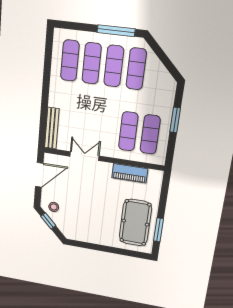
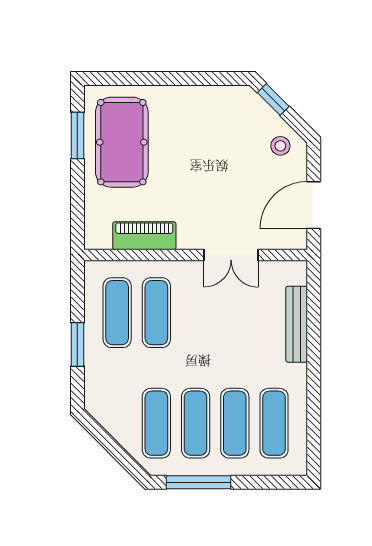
bench: (52, 128) -> (297, 324), moved
window: (48, 221) -> (273, 100), moved

